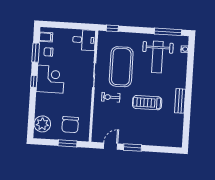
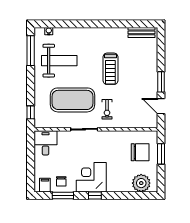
bench: (180, 101) -> (141, 32), moved

